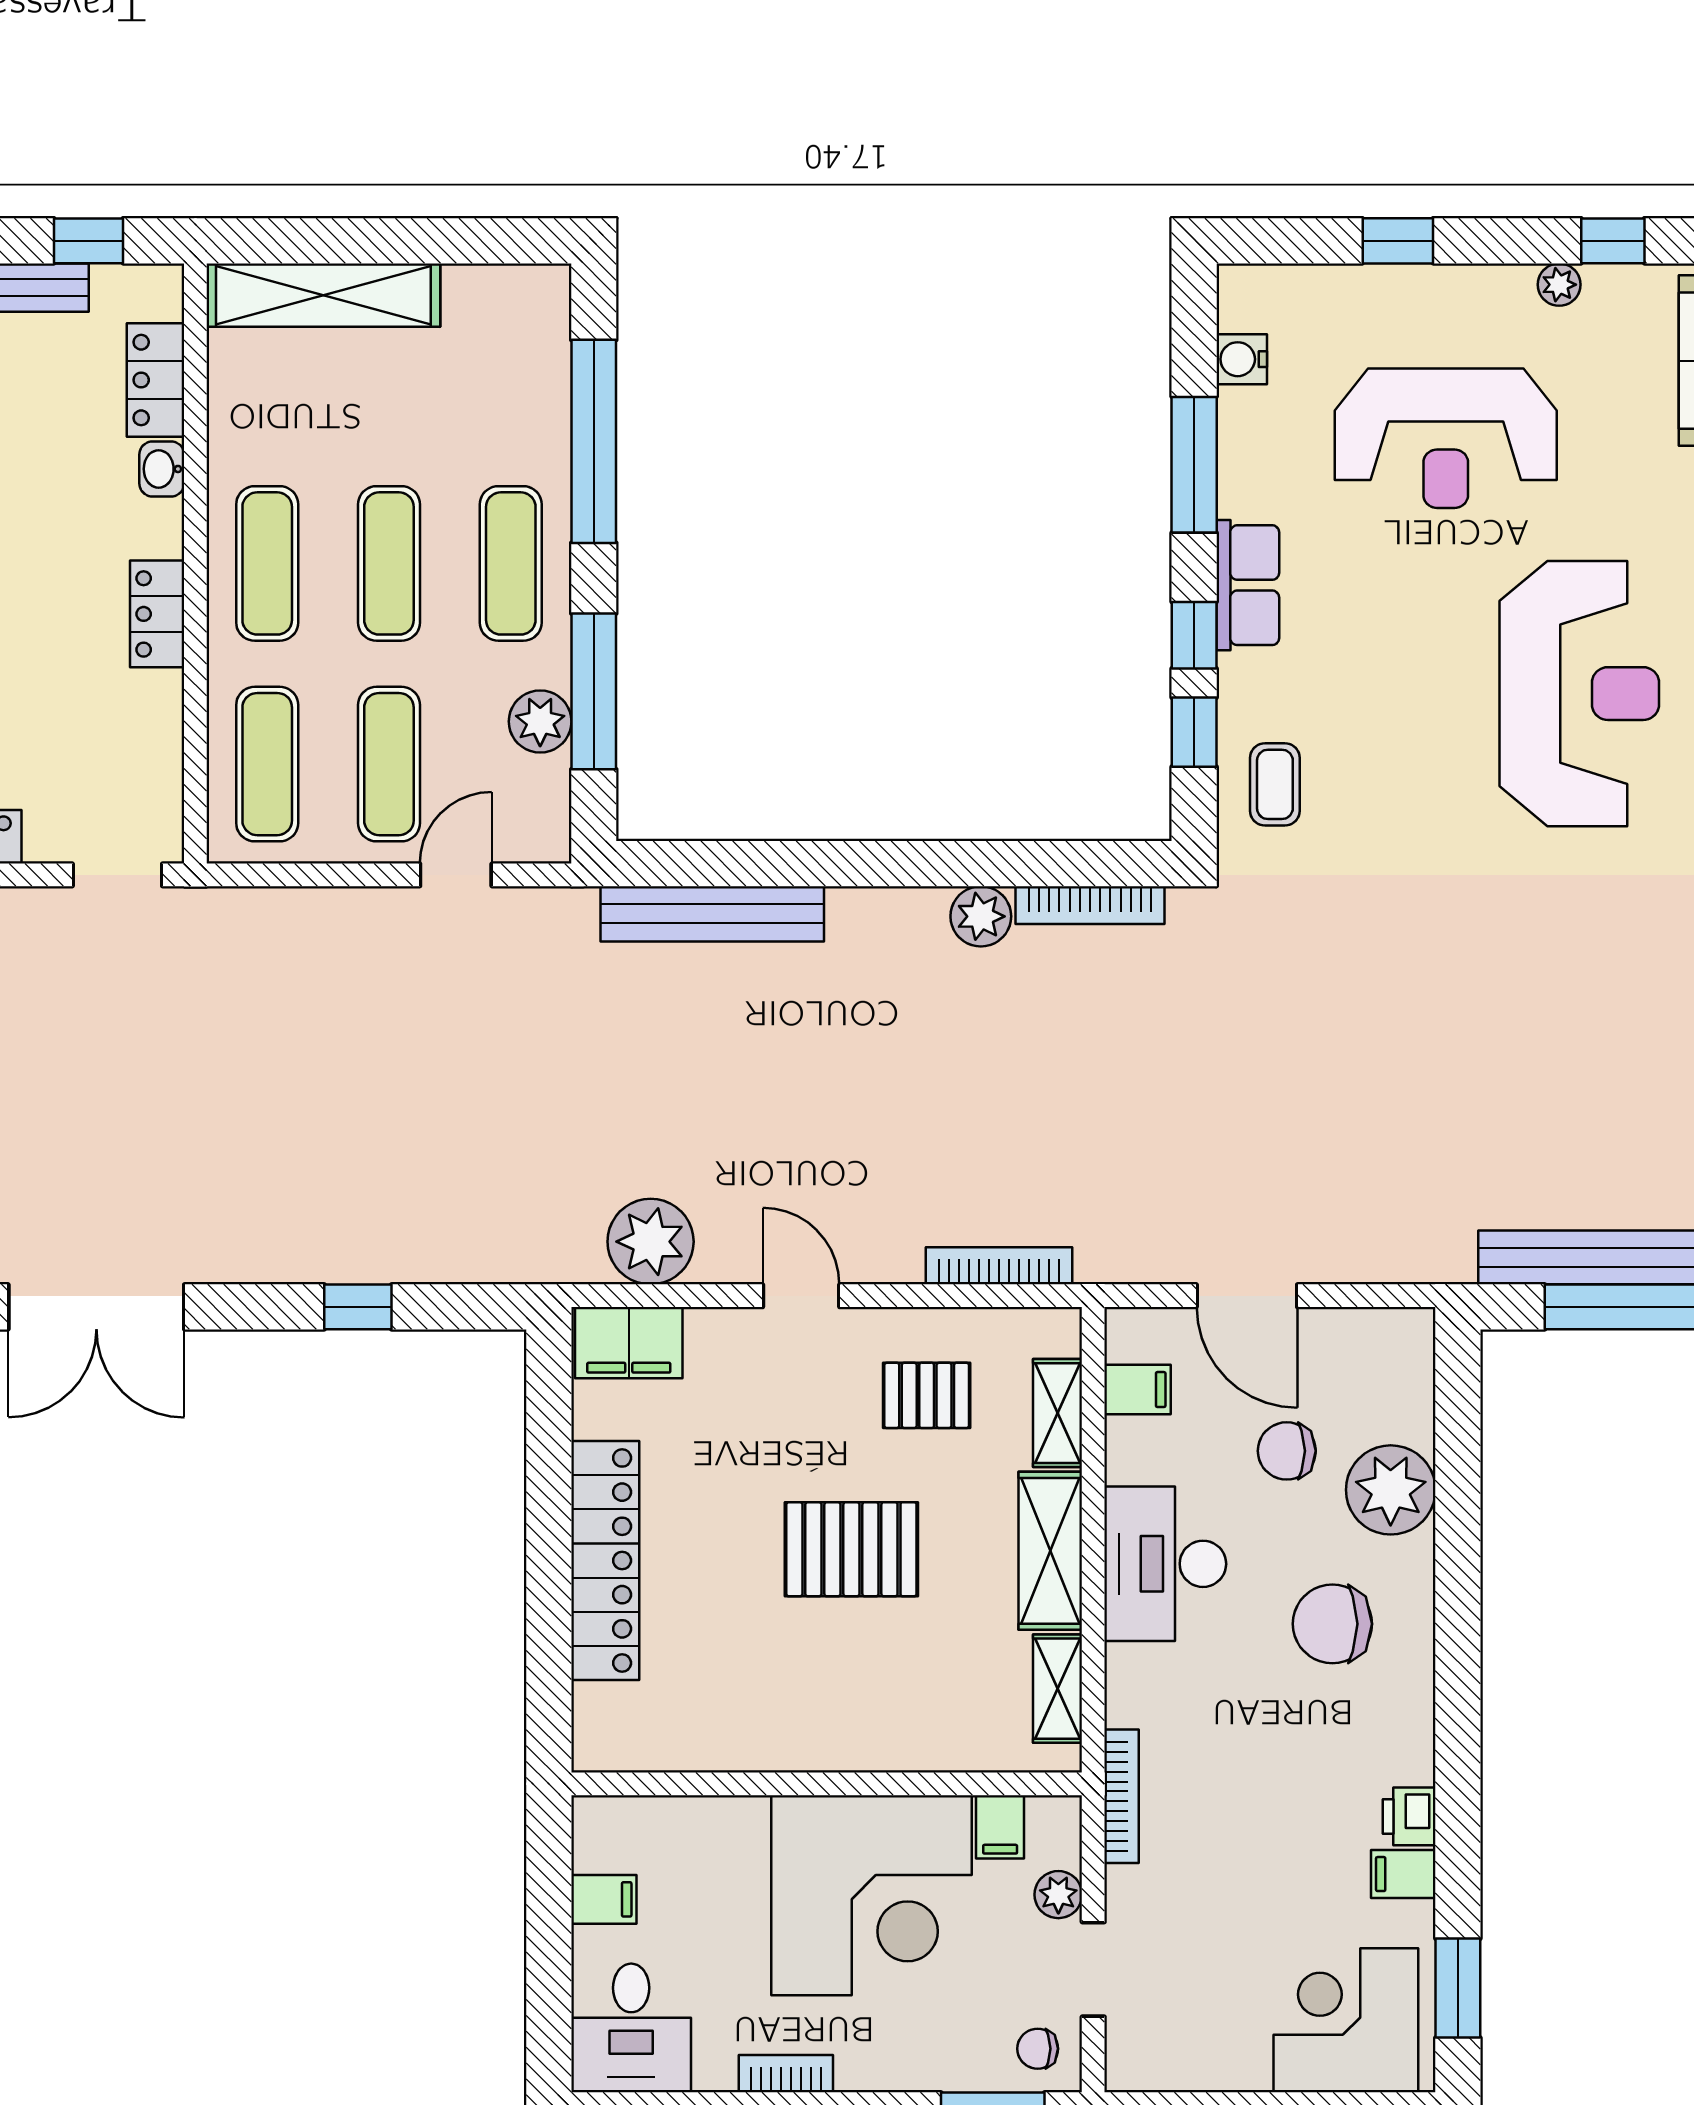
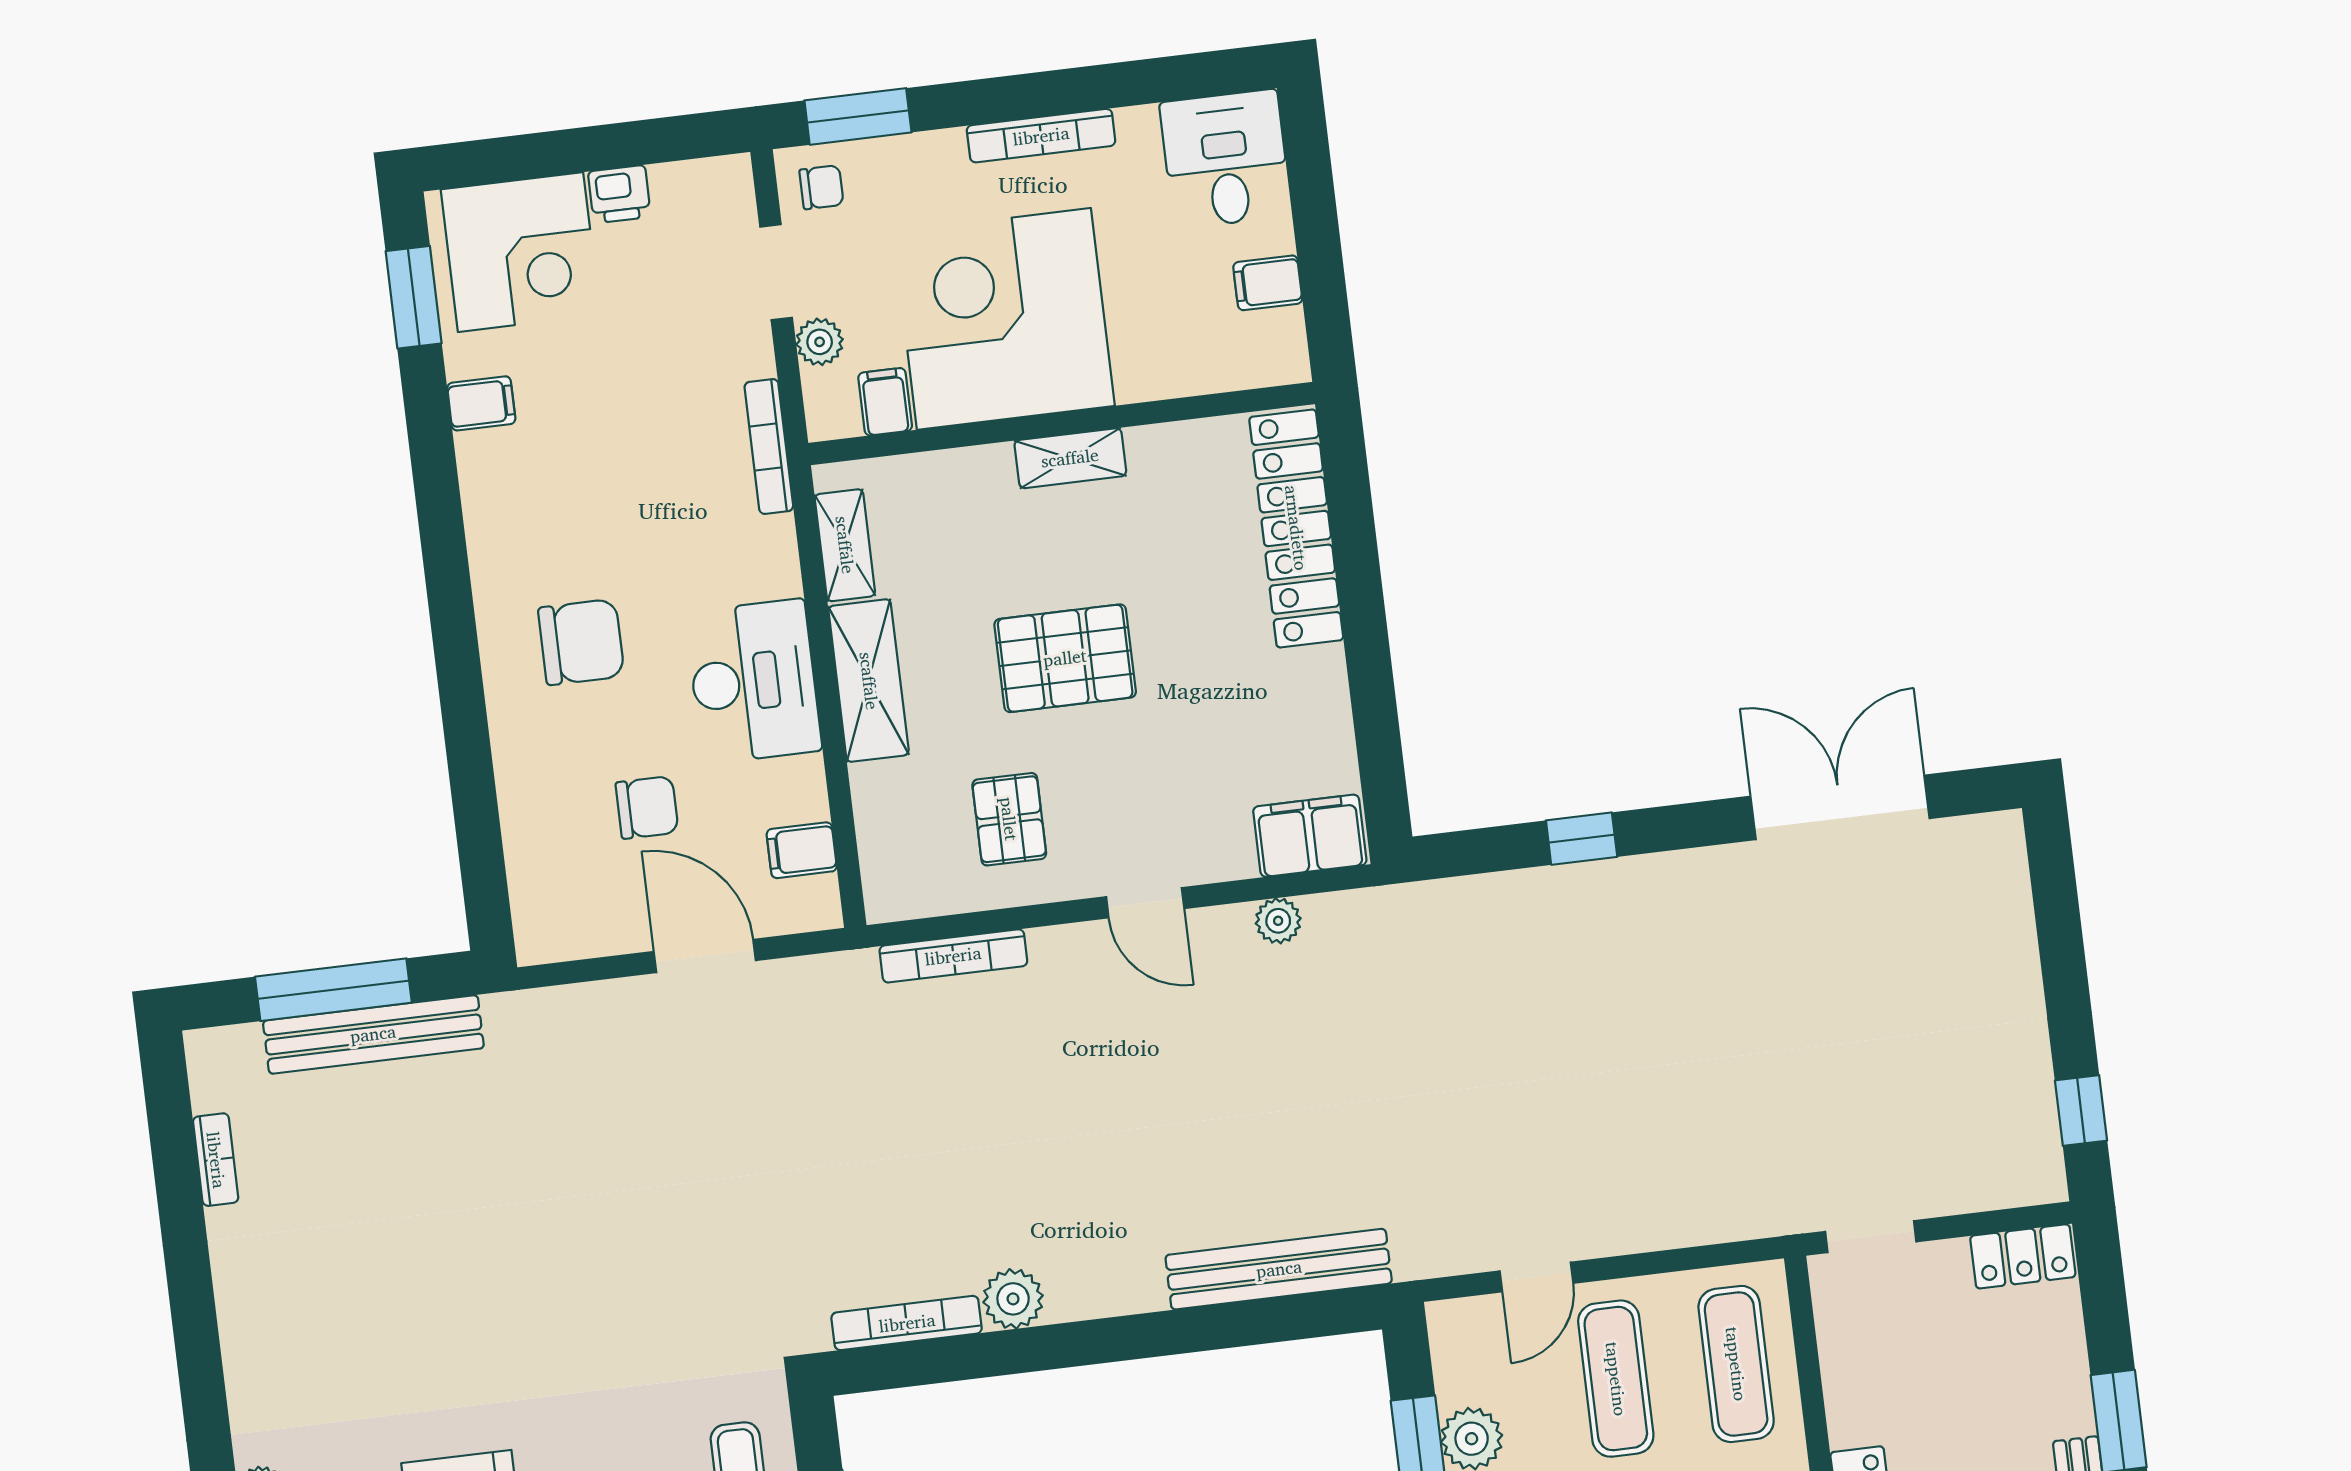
plant: (651, 1242) -> (1278, 921), width x0.53, depth x0.53
pallet: (927, 1395) -> (1009, 819), turned 90
shelving: (1058, 1413) -> (1070, 458), moved, turned 90
plant: (1391, 1490) -> (540, 781), removed
locker: (605, 1560) -> (1296, 528), moved
printer: (1409, 1816) -> (619, 194), moved, turned 90
bookcase: (786, 2074) -> (1041, 136), width x1.56

